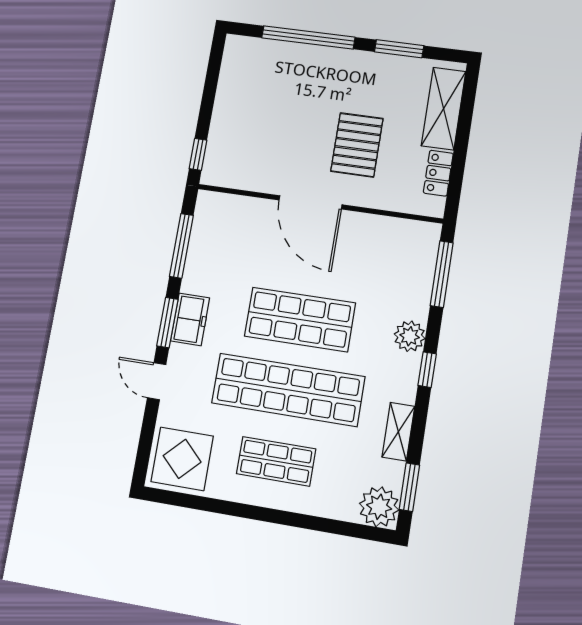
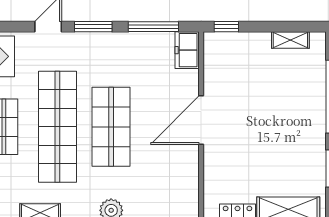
shelving: (229, 78) -> (290, 40), added
pallet: (357, 145) -> (251, 148), removed
freezer: (190, 319) -> (187, 50), moved, turned 90

